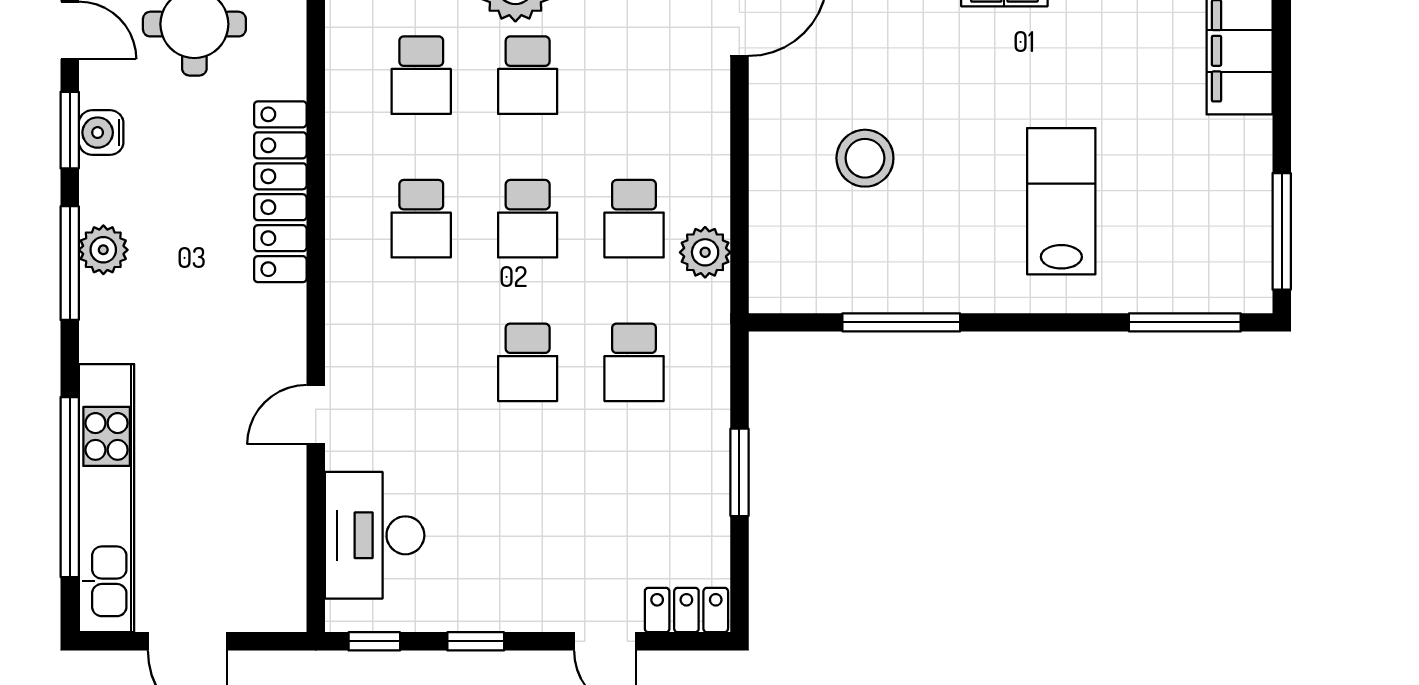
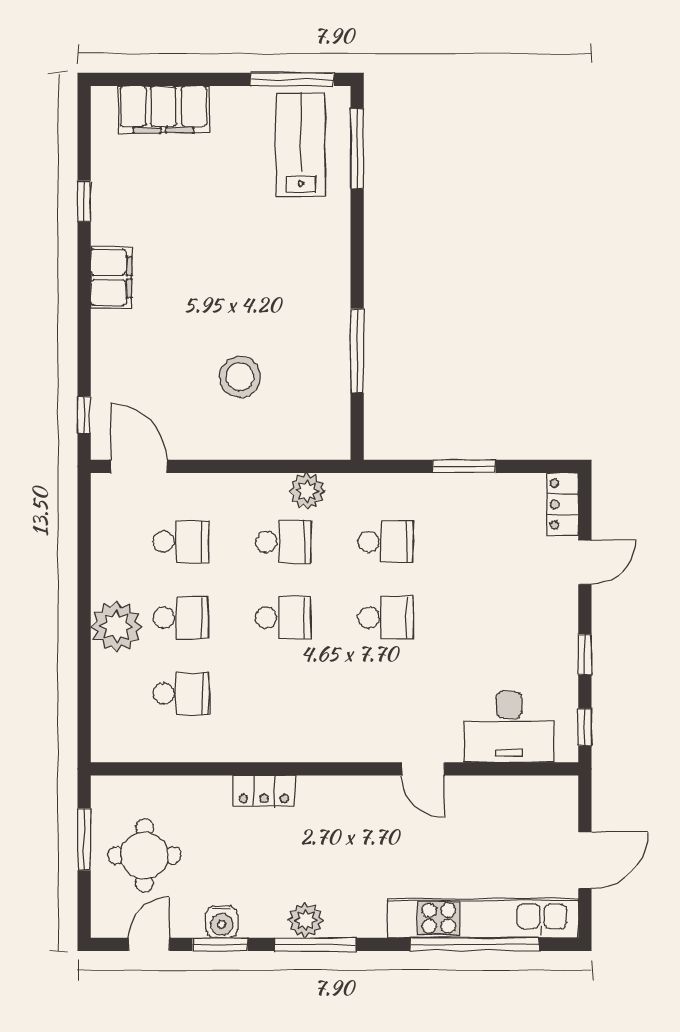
locker: (280, 192) -> (264, 791), width x0.46, depth x0.83
lab bench: (1061, 201) -> (301, 145), moved, turned 90
school desk: (421, 219) -> (181, 542), moved

